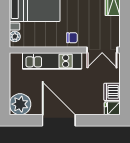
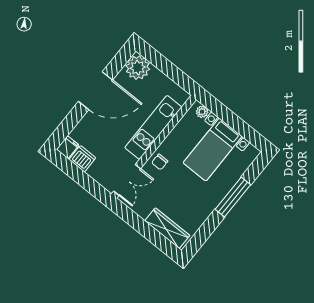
double door: (102, 50) -> (127, 180), swing flipped

